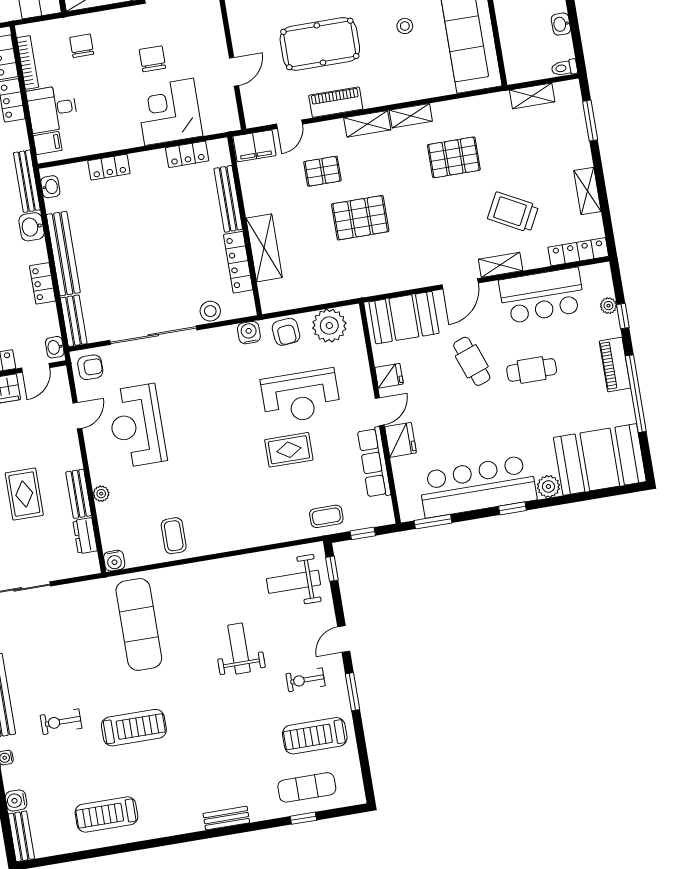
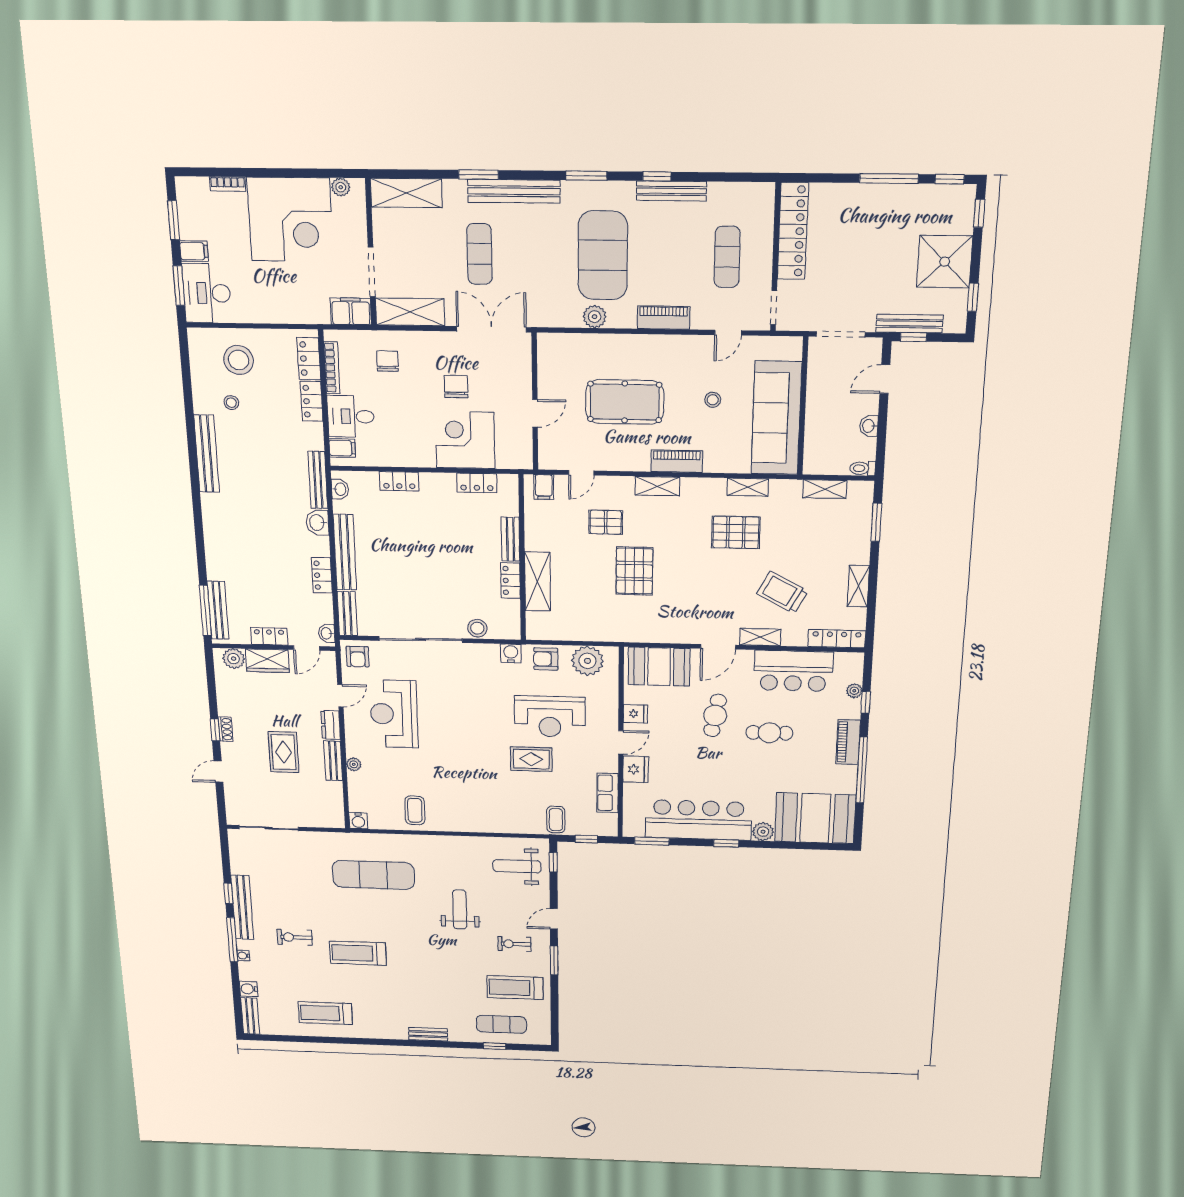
piano: (336, 102) -> (677, 461), moved
shelving: (411, 116) -> (748, 487), moved
filing cabinet: (255, 146) -> (544, 487), width x0.50
bench: (228, 199) -> (511, 539), width x0.73
pallet: (360, 218) -> (634, 571), turned 90
locker: (238, 262) -> (510, 581), width x0.66
armchair: (286, 332) -> (546, 659), turned 95
cafe table: (472, 361) -> (715, 715), turned 30
armchair: (90, 367) -> (358, 657), turned 90
row of seats: (374, 462) -> (608, 793), width x0.68
coffee table: (326, 516) -> (556, 820), turned 90
dresser: (85, 536) -> (331, 725), moved
exercise mat: (139, 624) -> (373, 875), turned 90
treadmill: (134, 728) -> (358, 953), turned 180

